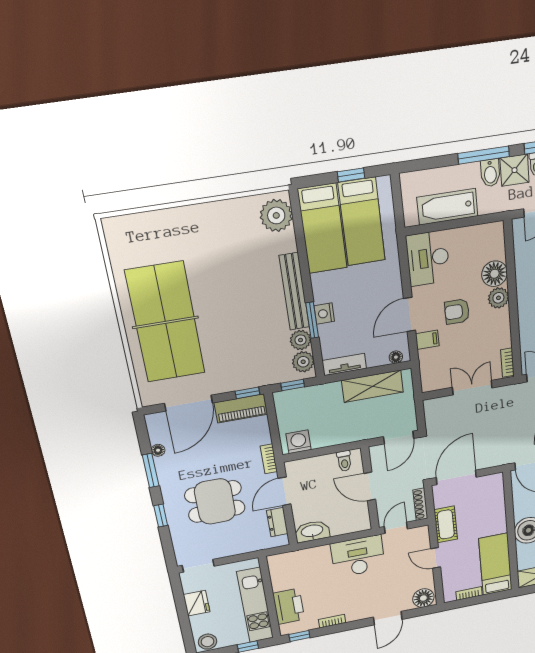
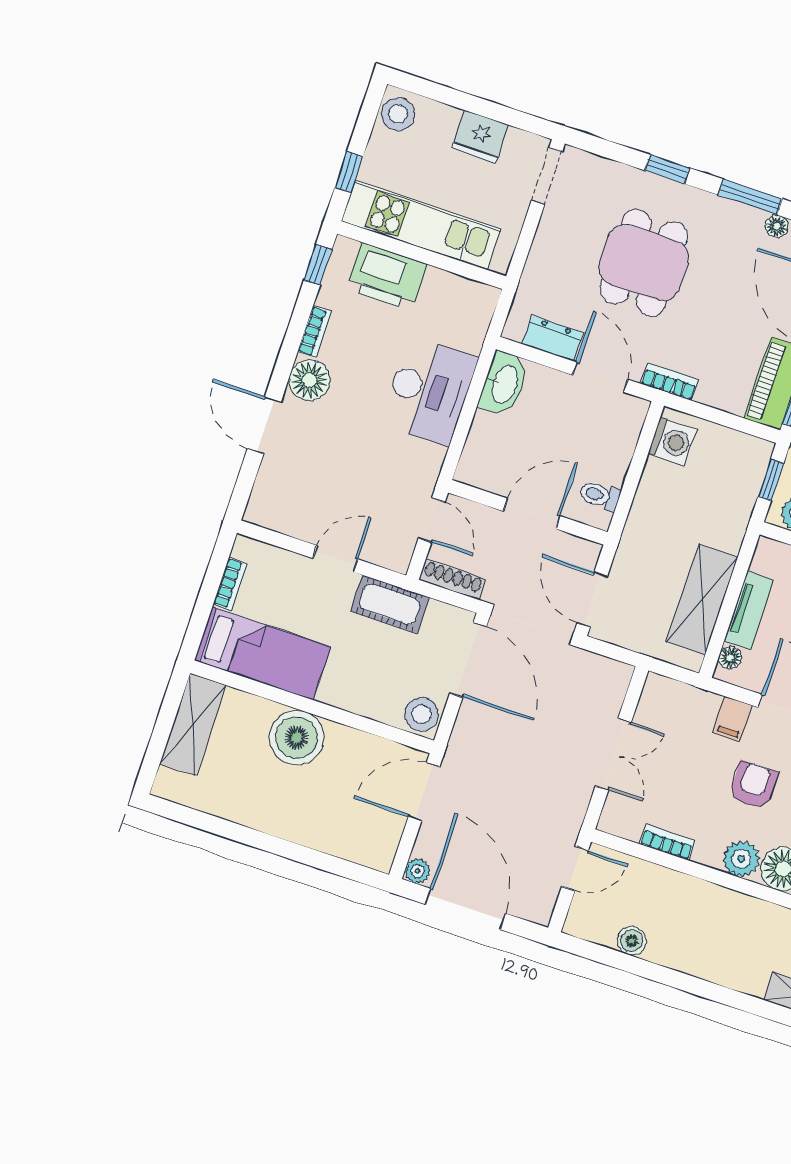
bookcase: (507, 363) -> (667, 843), moved
tv unit: (344, 365) -> (749, 610), moved
stool: (493, 484) -> (421, 714), added
desk: (358, 556) -> (429, 391), moved
floor lamp: (423, 598) -> (309, 380), moved

